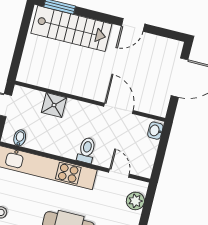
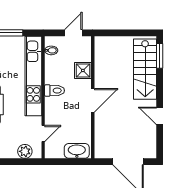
door: (119, 108) -> (93, 100), moved
washbasin: (155, 131) -> (77, 151), width x1.91, depth x1.45
toilet: (87, 150) -> (54, 91), moved

